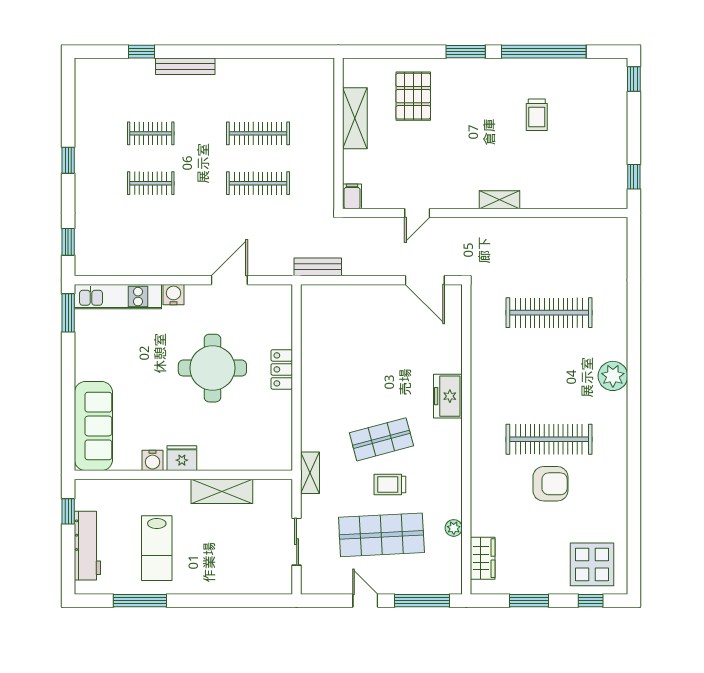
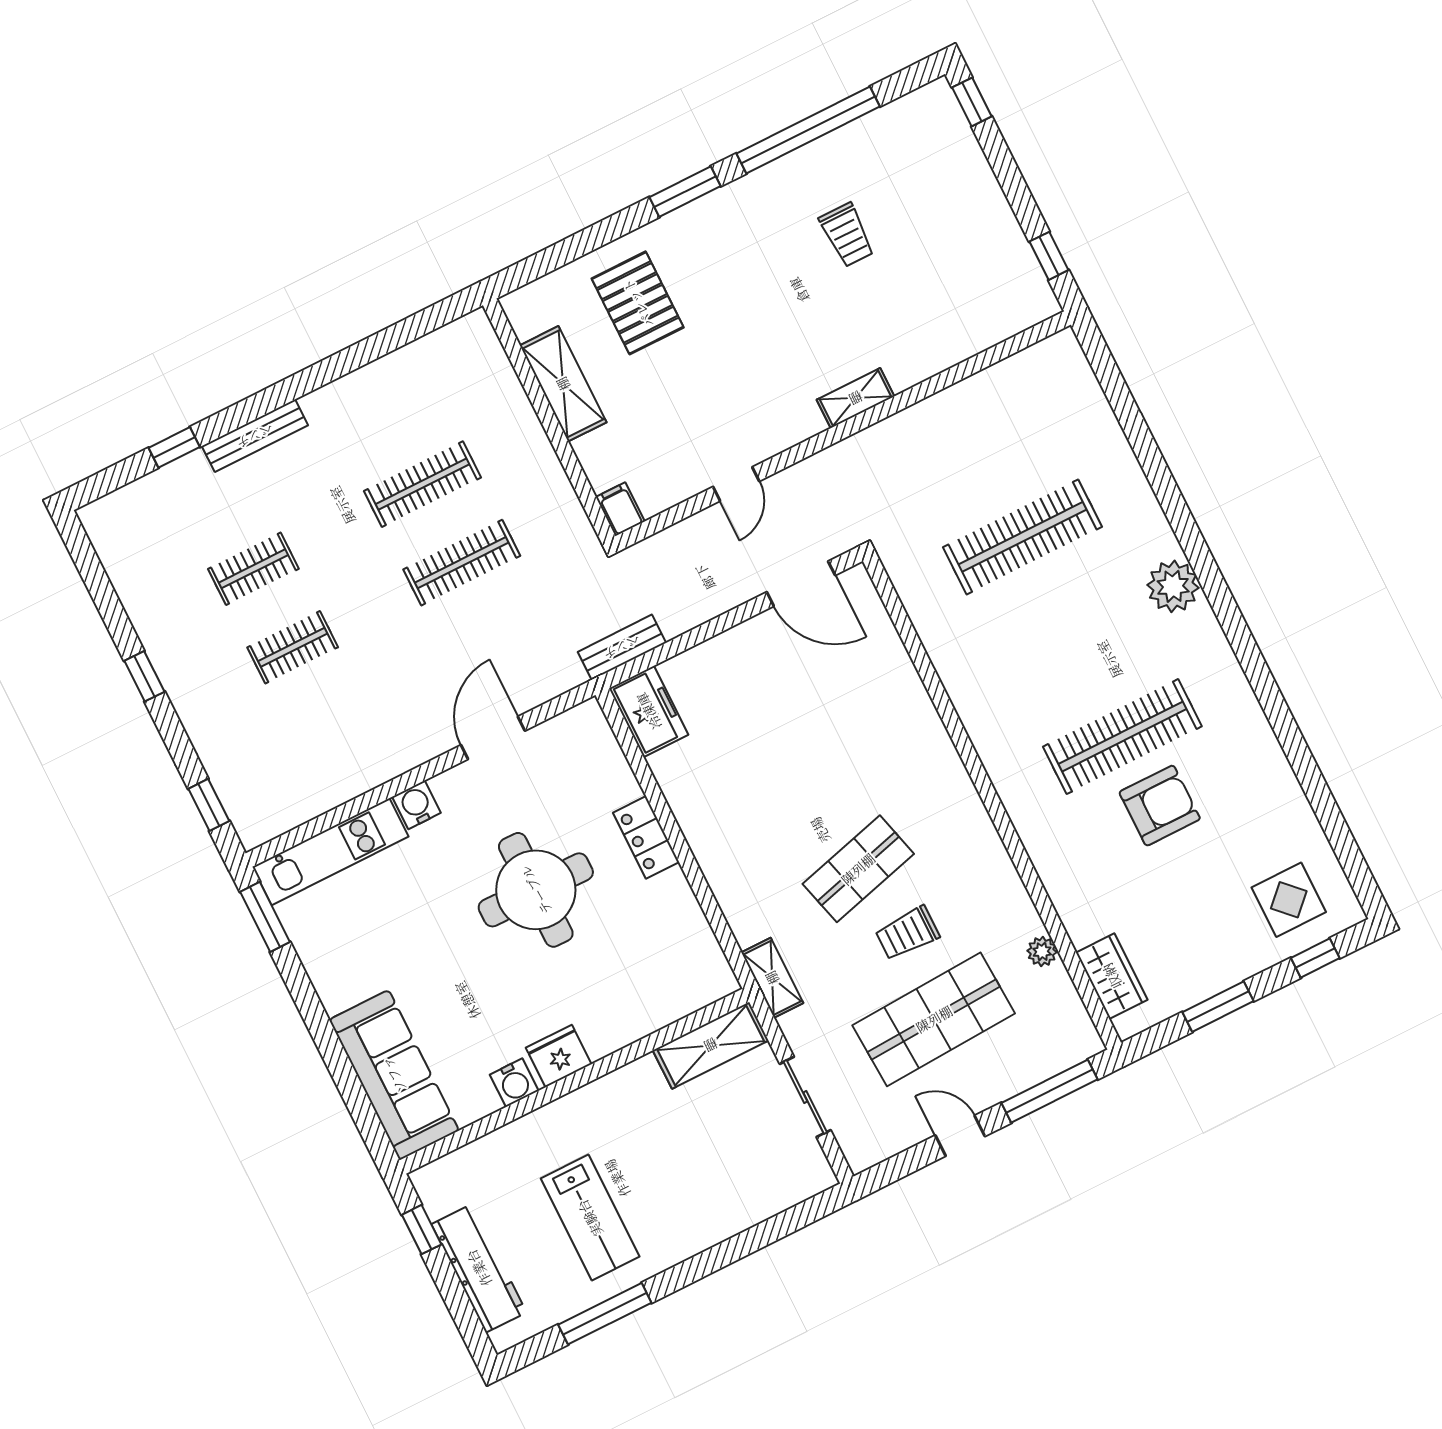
freezer: (448, 396) -> (649, 711), moved, turned 180
shelving: (222, 491) -> (711, 1045), moved
display table: (592, 564) -> (1289, 900), width x0.73, depth x0.73

